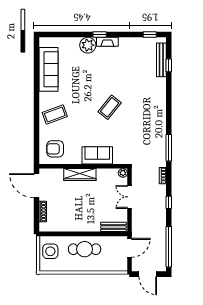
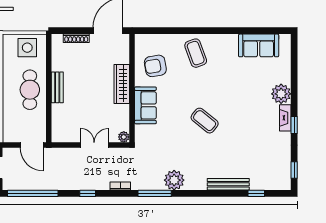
window: (100, 35) -> (294, 125), moved
bench: (161, 60) -> (228, 184), moved
sofa: (49, 69) -> (259, 45), width x0.73
plant: (158, 132) -> (174, 180), added
armchair: (55, 149) -> (155, 66), moved, turned -100
bench: (113, 227) -> (57, 87), moved

